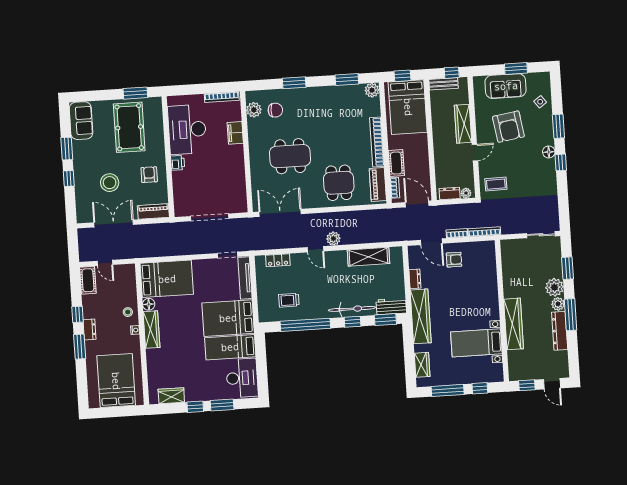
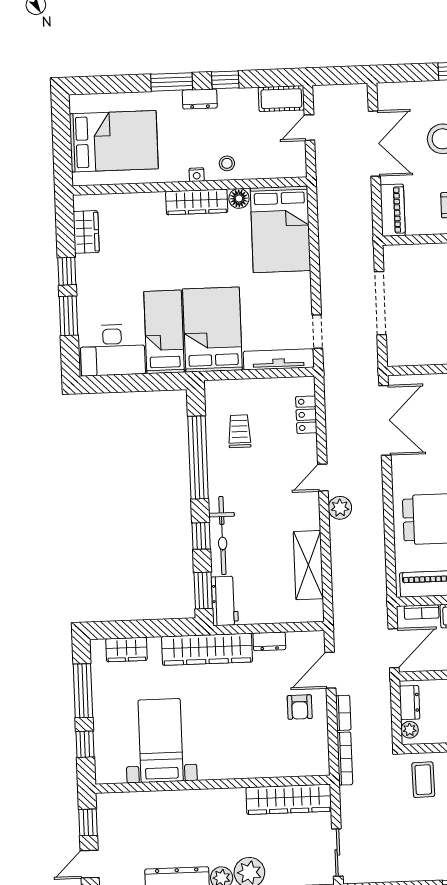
wardrobe: (514, 324) -> (289, 799), moved

